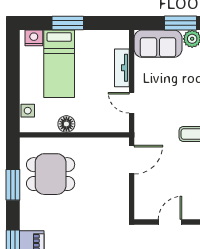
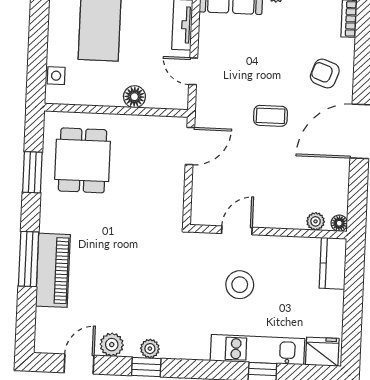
floor lamp: (66, 124) -> (134, 97), moved
dining table: (51, 174) -> (83, 160), turned 90

